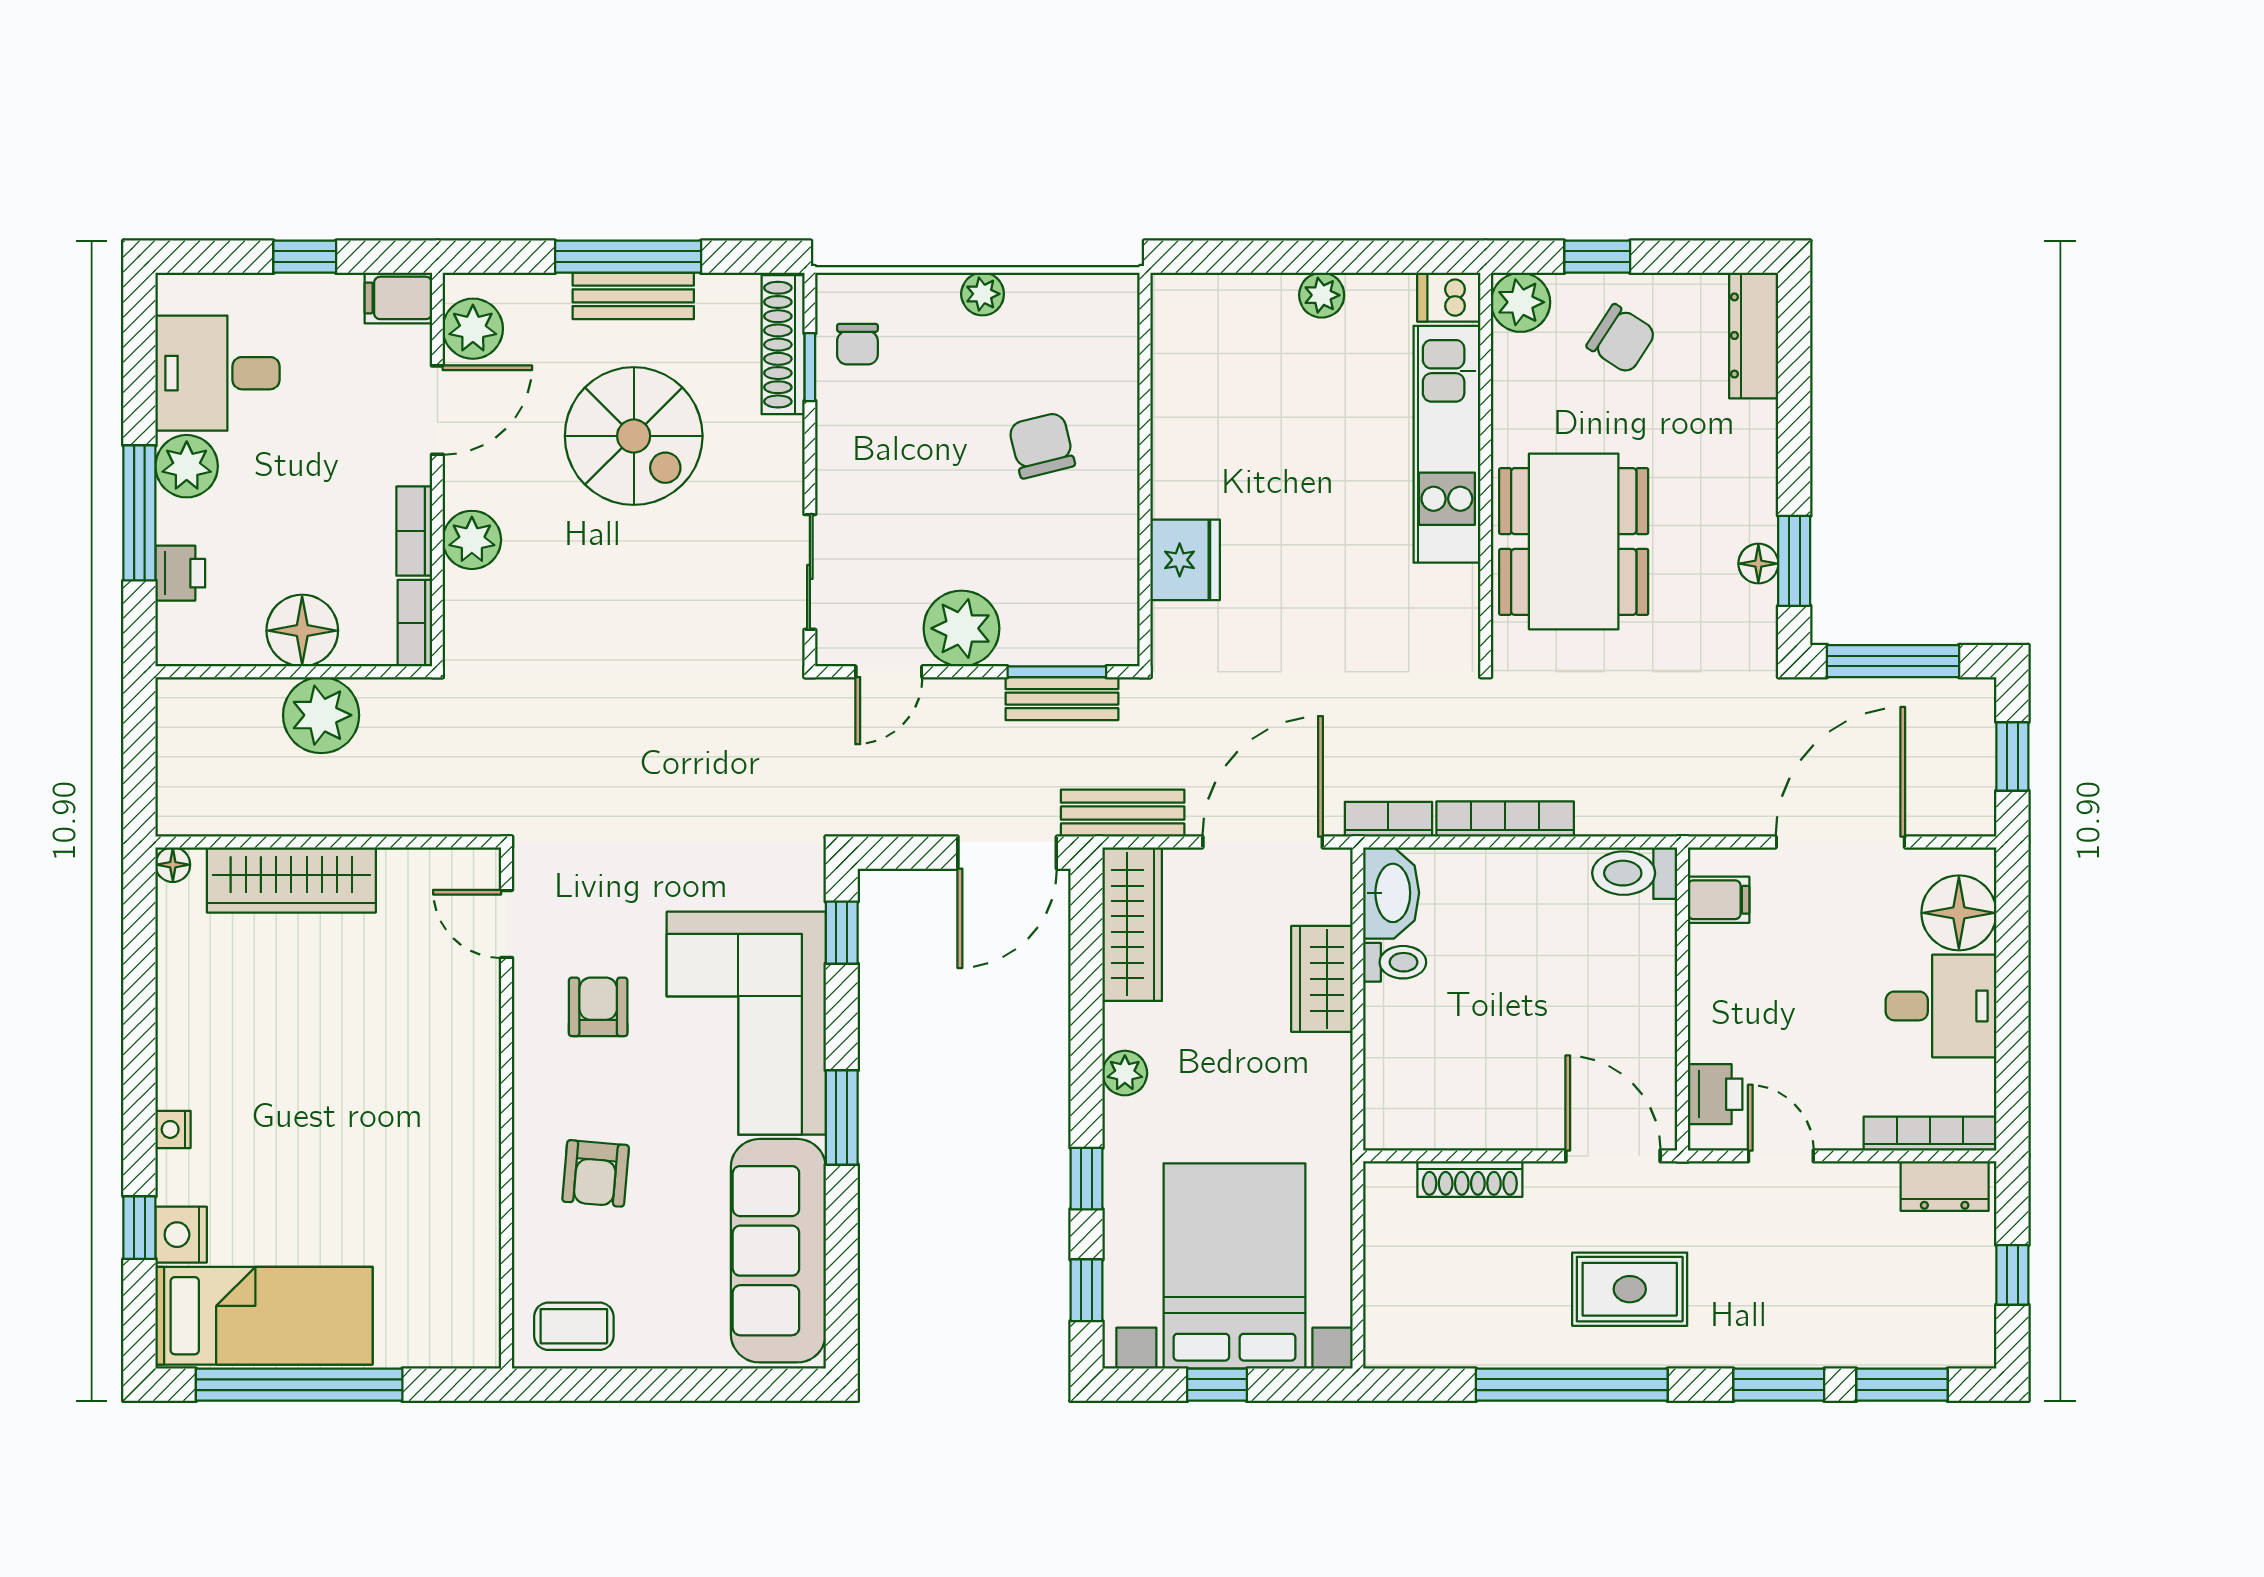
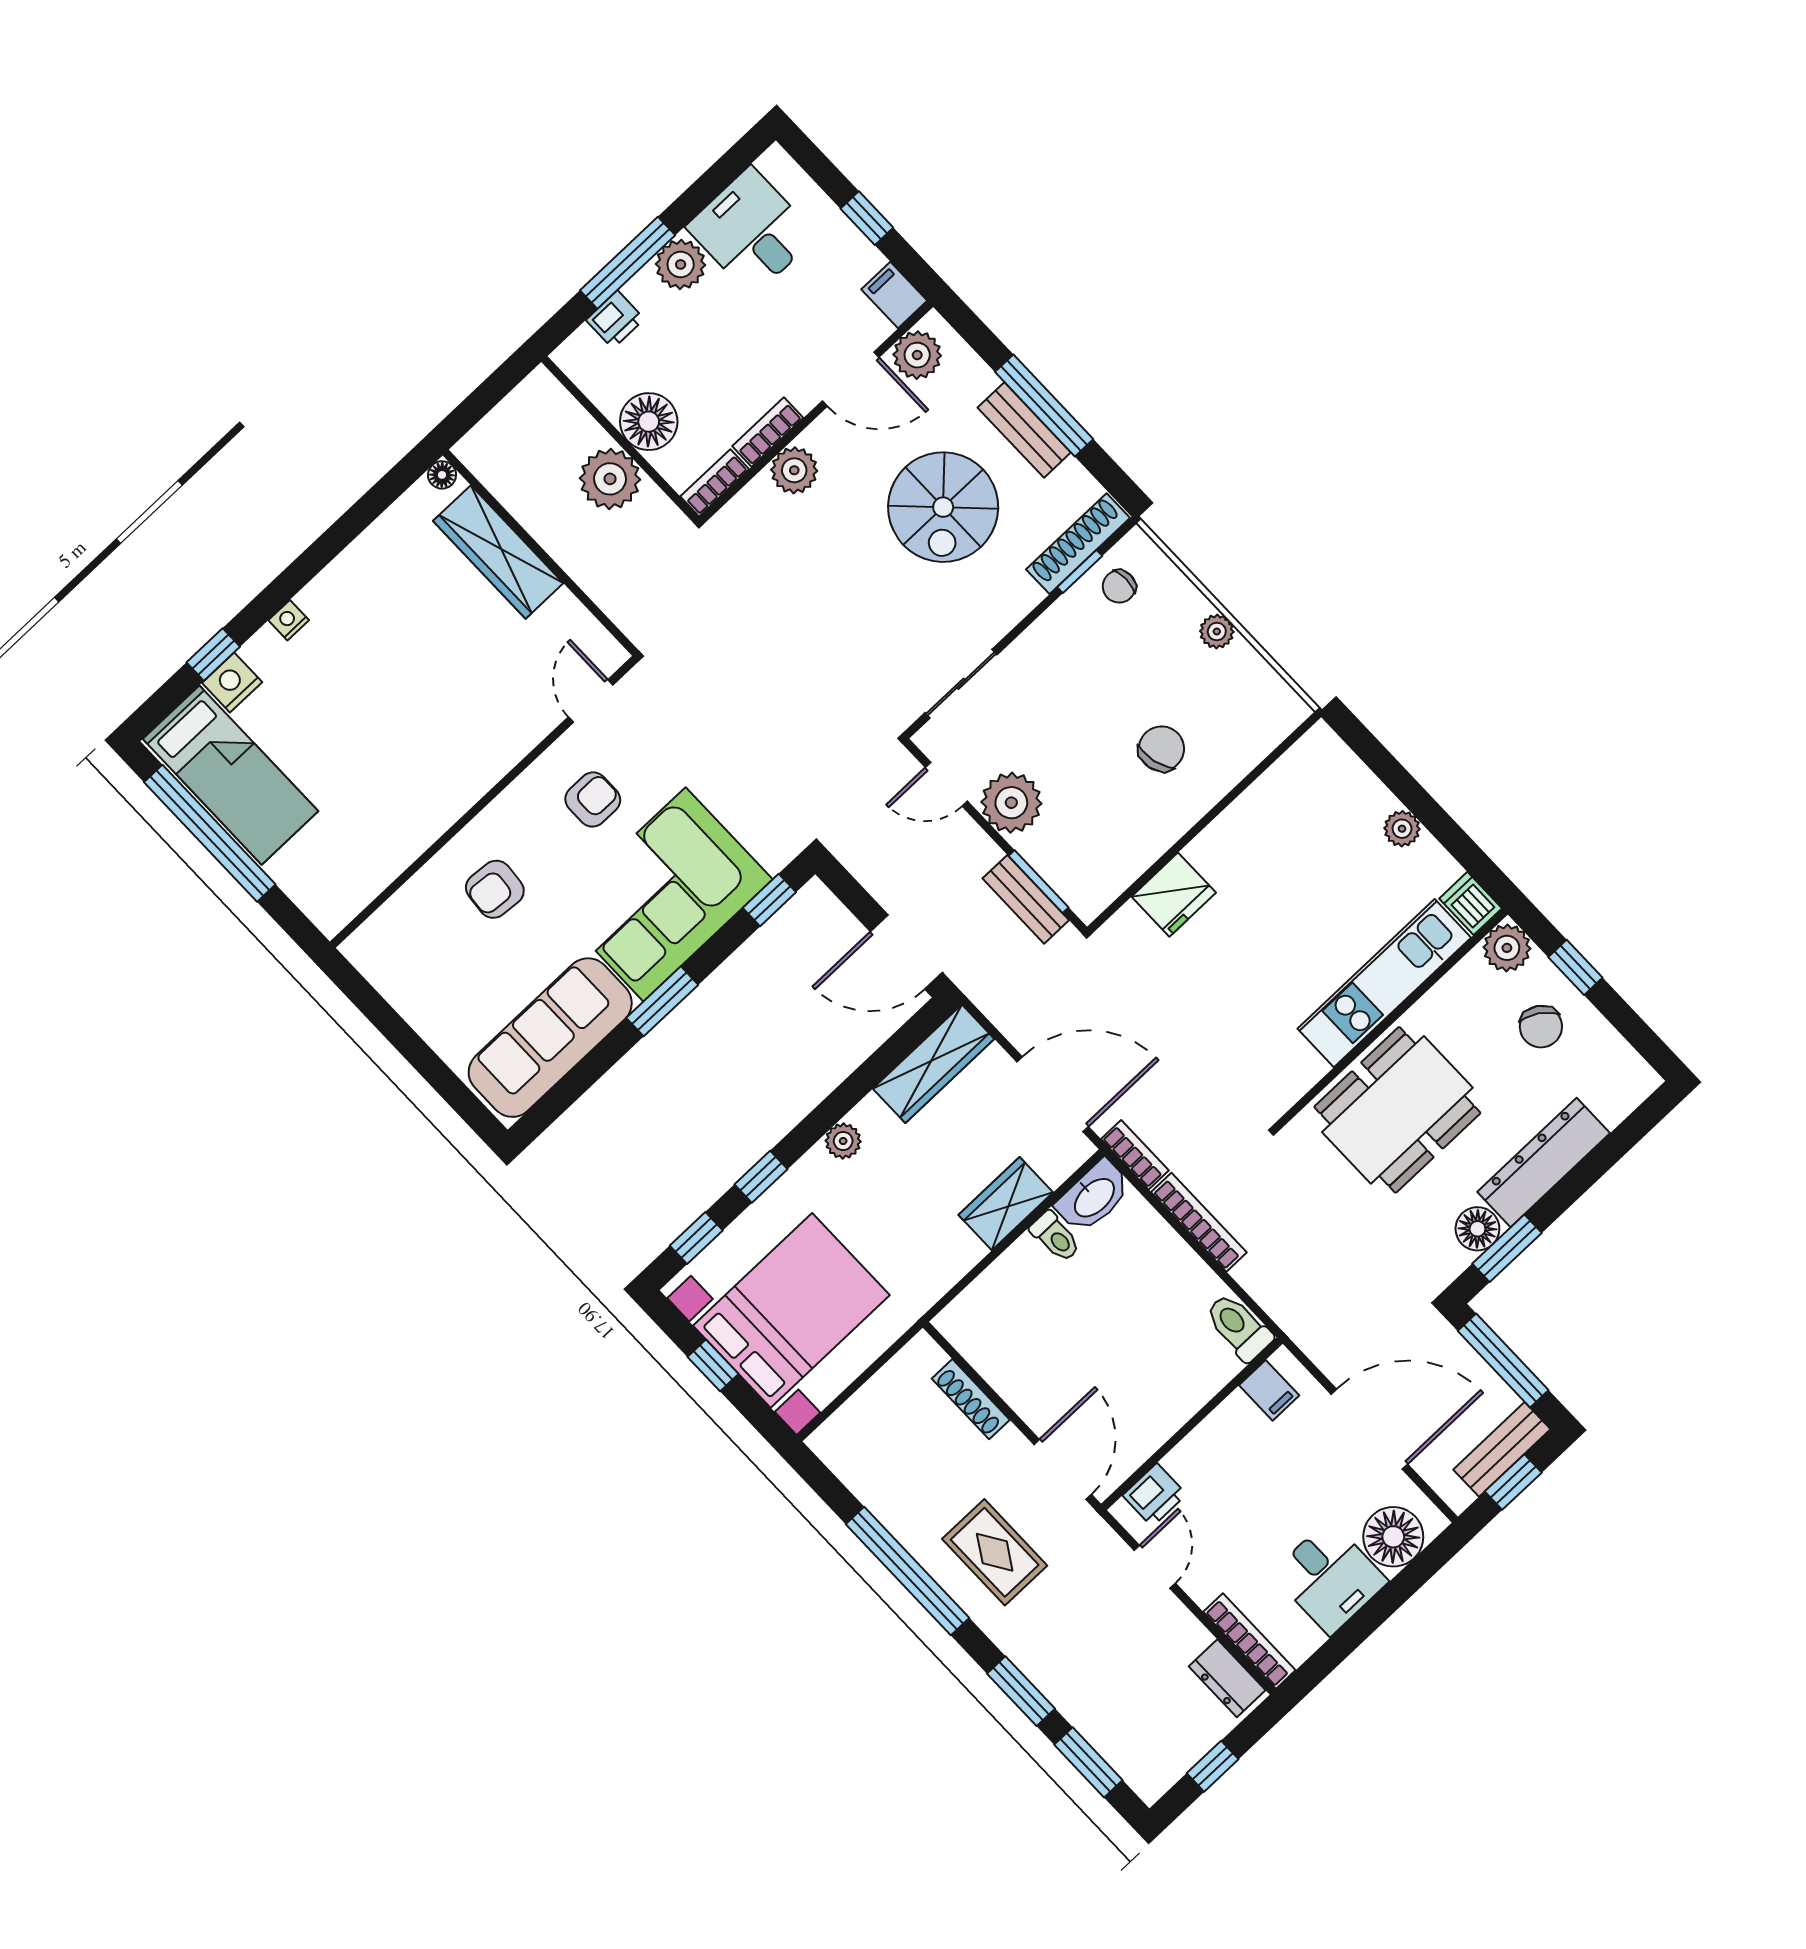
dresser: (1754, 335) -> (1544, 1163), moved, width x1.37, depth x1.24
floor lamp: (1758, 564) -> (1477, 1229), width x1.37, depth x1.37
bench: (1123, 813) -> (1502, 1449), moved, turned 90
coffee table: (574, 1326) -> (394, 960), removed

